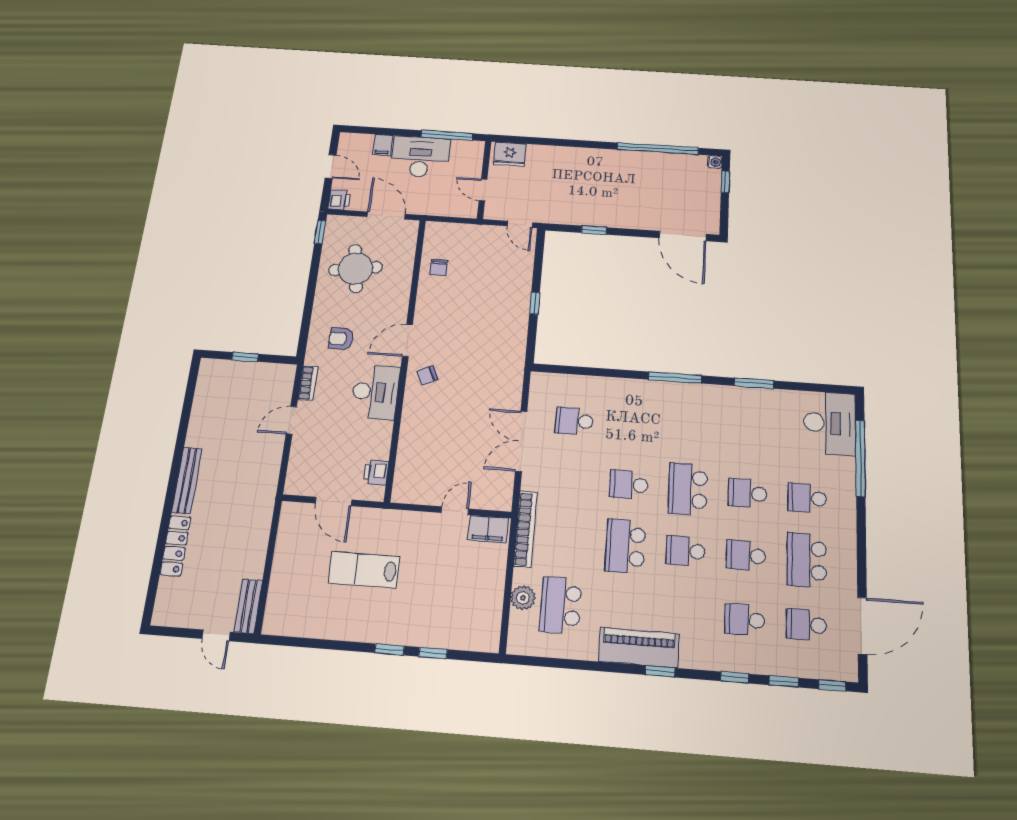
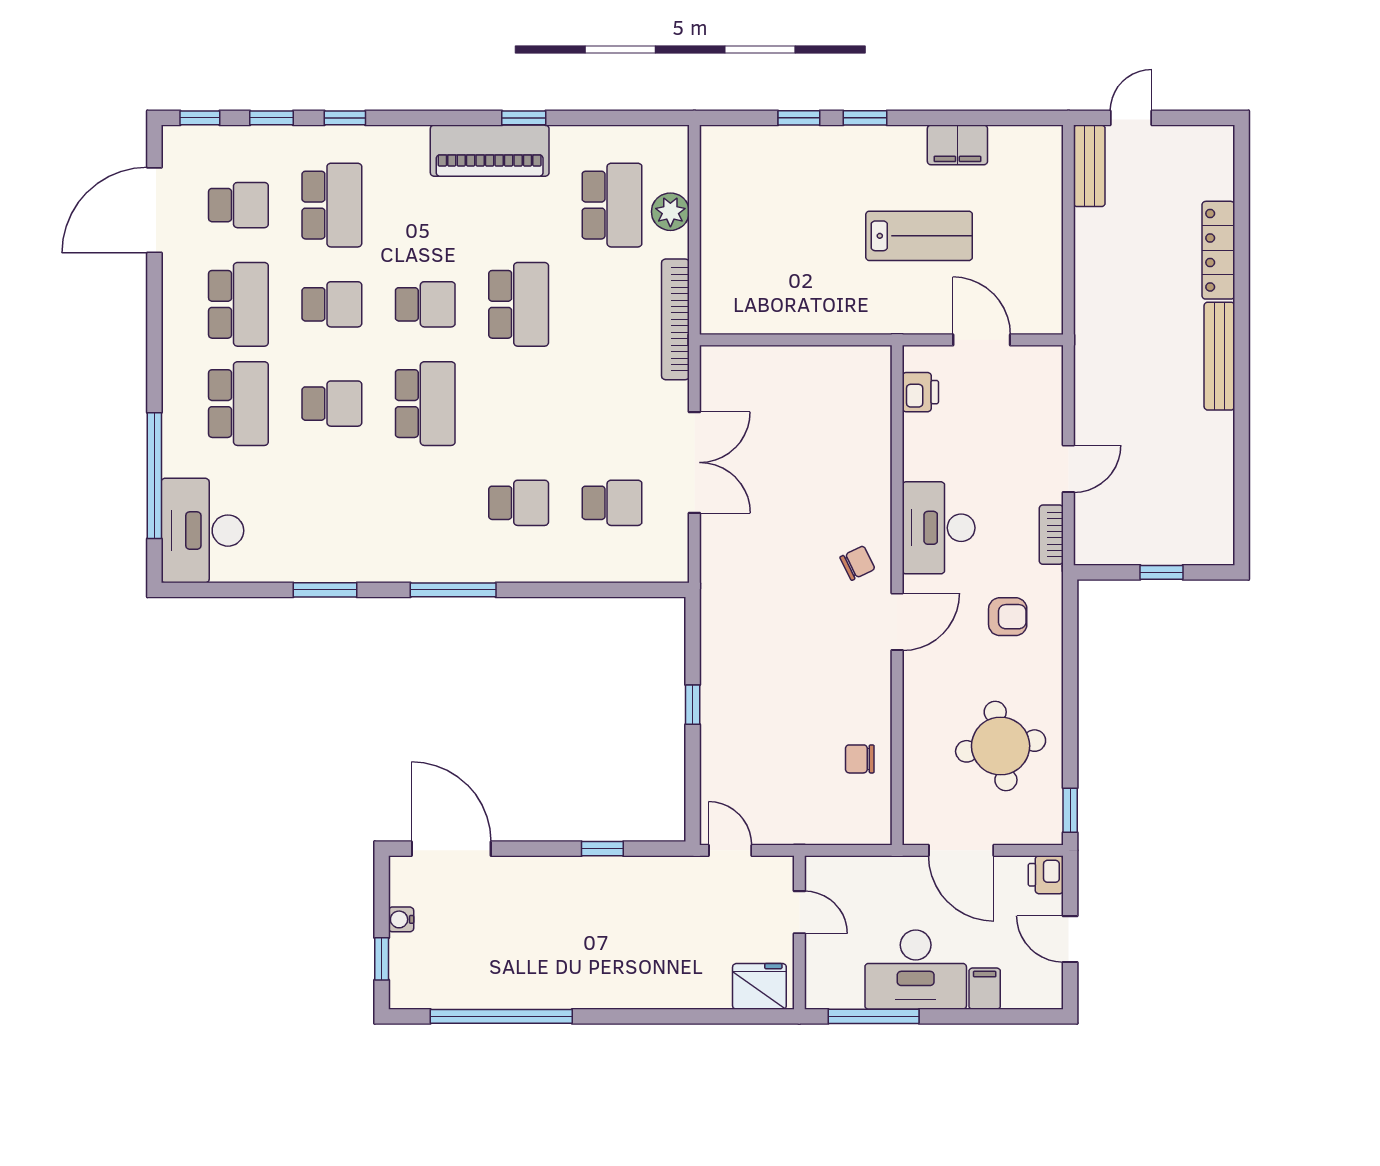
water cooler: (715, 162) -> (401, 919), moved
chair: (439, 267) -> (860, 759), turned -90
school desk: (629, 485) -> (519, 503), moved
school desk: (807, 498) -> (238, 404), width x1.85
door: (455, 511) -> (789, 340), removed
filing cabinet: (488, 529) -> (957, 145), moved, turned 180
school desk: (745, 620) -> (332, 205), width x1.85
door: (216, 635) -> (1131, 118), hinge flipped
window: (660, 671) -> (524, 118), moved

